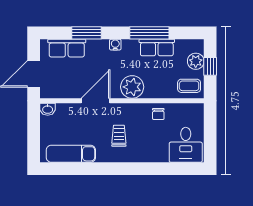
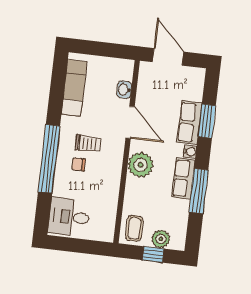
row of seats: (157, 47) -> (184, 178), moved
row of seats: (67, 48) -> (189, 122), moved
washbasin: (48, 109) -> (124, 90), moved
chair: (158, 114) -> (78, 164), moved
window: (136, 169) -> (49, 159), added

